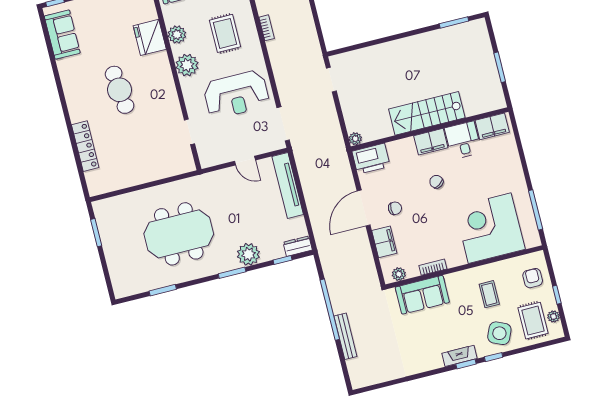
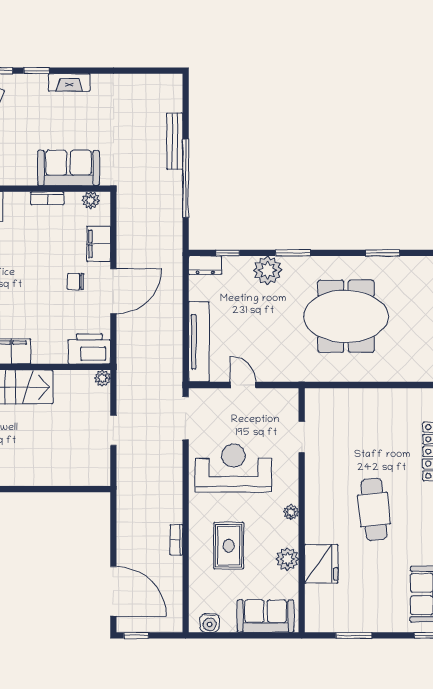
plant: (187, 65) -> (291, 512), width x0.53, depth x0.53
doorway: (331, 80) -> (113, 430), moved
chair: (436, 182) -> (17, 301), removed
fireplace: (460, 356) -> (69, 82), moved

